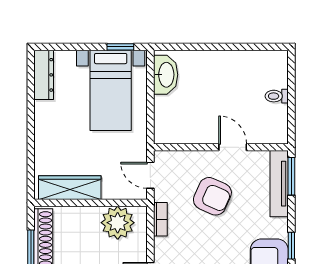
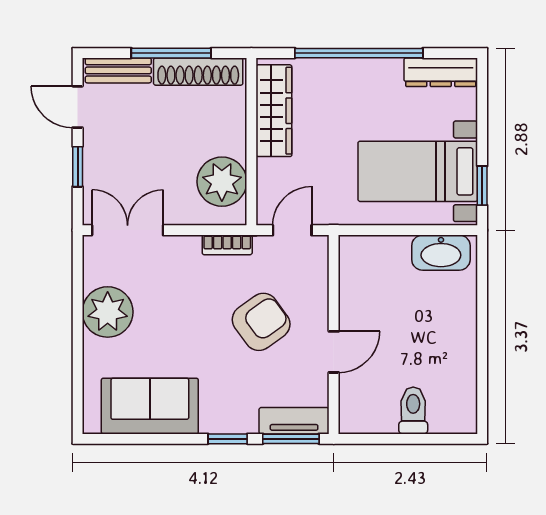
toilet: (277, 96) -> (413, 410), width x1.37, depth x1.39
window: (31, 130) -> (359, 53), added
tv unit: (279, 184) -> (294, 421), width x0.71
armchair: (212, 196) -> (261, 322), turned -150
window: (291, 246) -> (228, 439), moved

